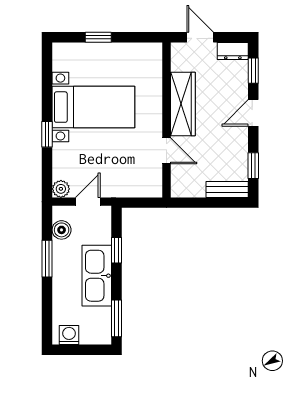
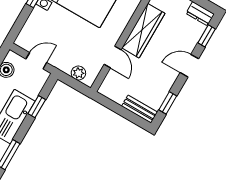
plant: (61, 189) -> (78, 73), moved

